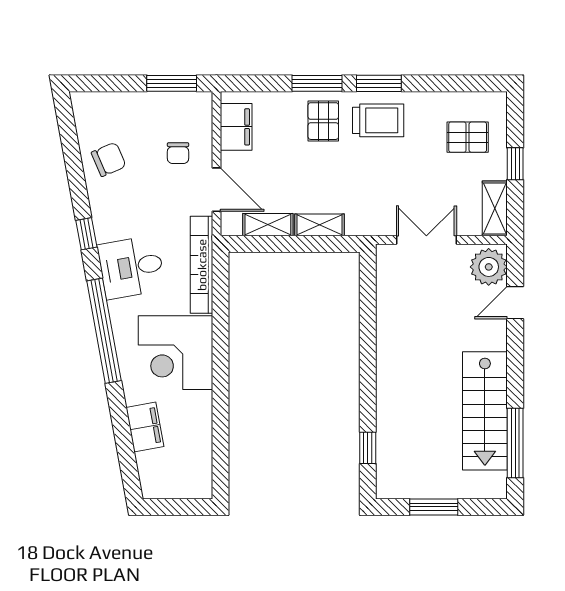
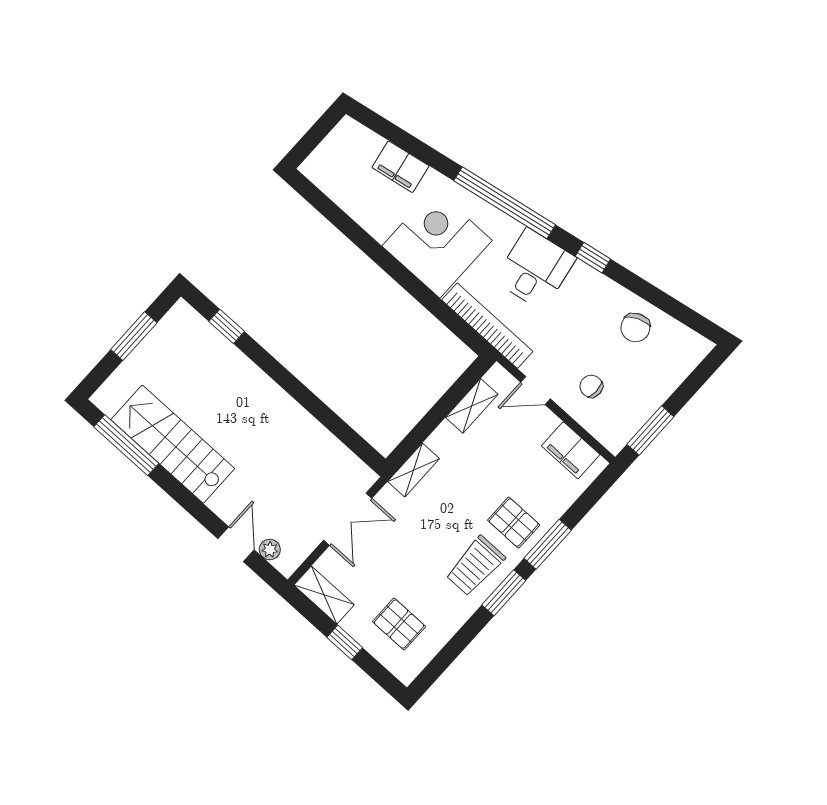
pallet: (468, 137) -> (399, 624), turned 90
door: (216, 190) -> (535, 390), width x0.73
shelving: (320, 225) -> (414, 470), moved
plant: (489, 267) -> (270, 550), width x0.53, depth x0.53

